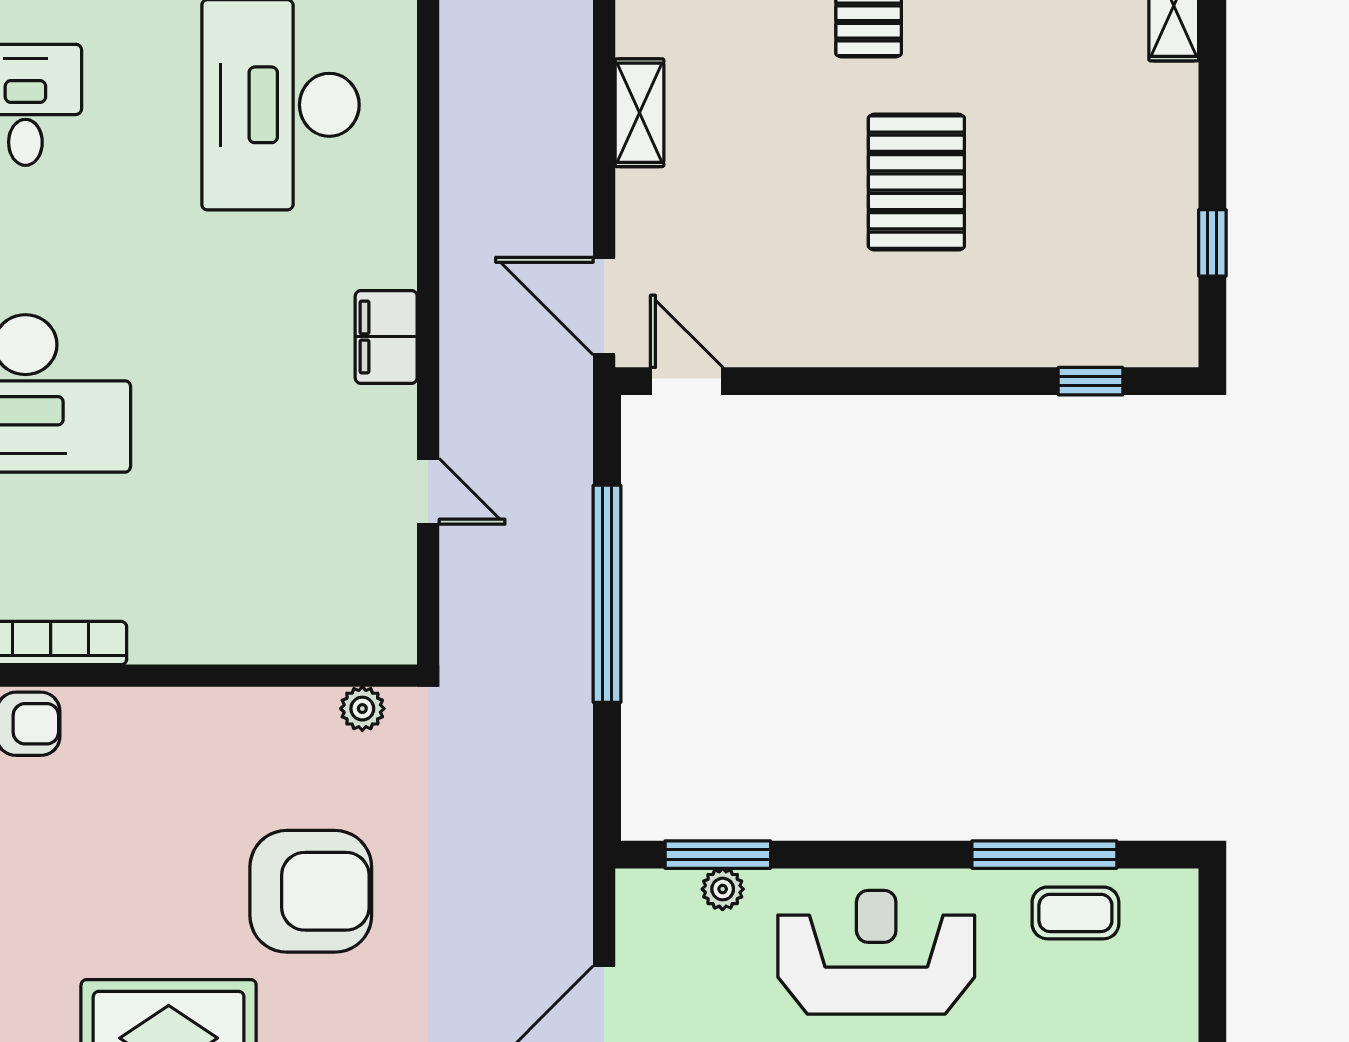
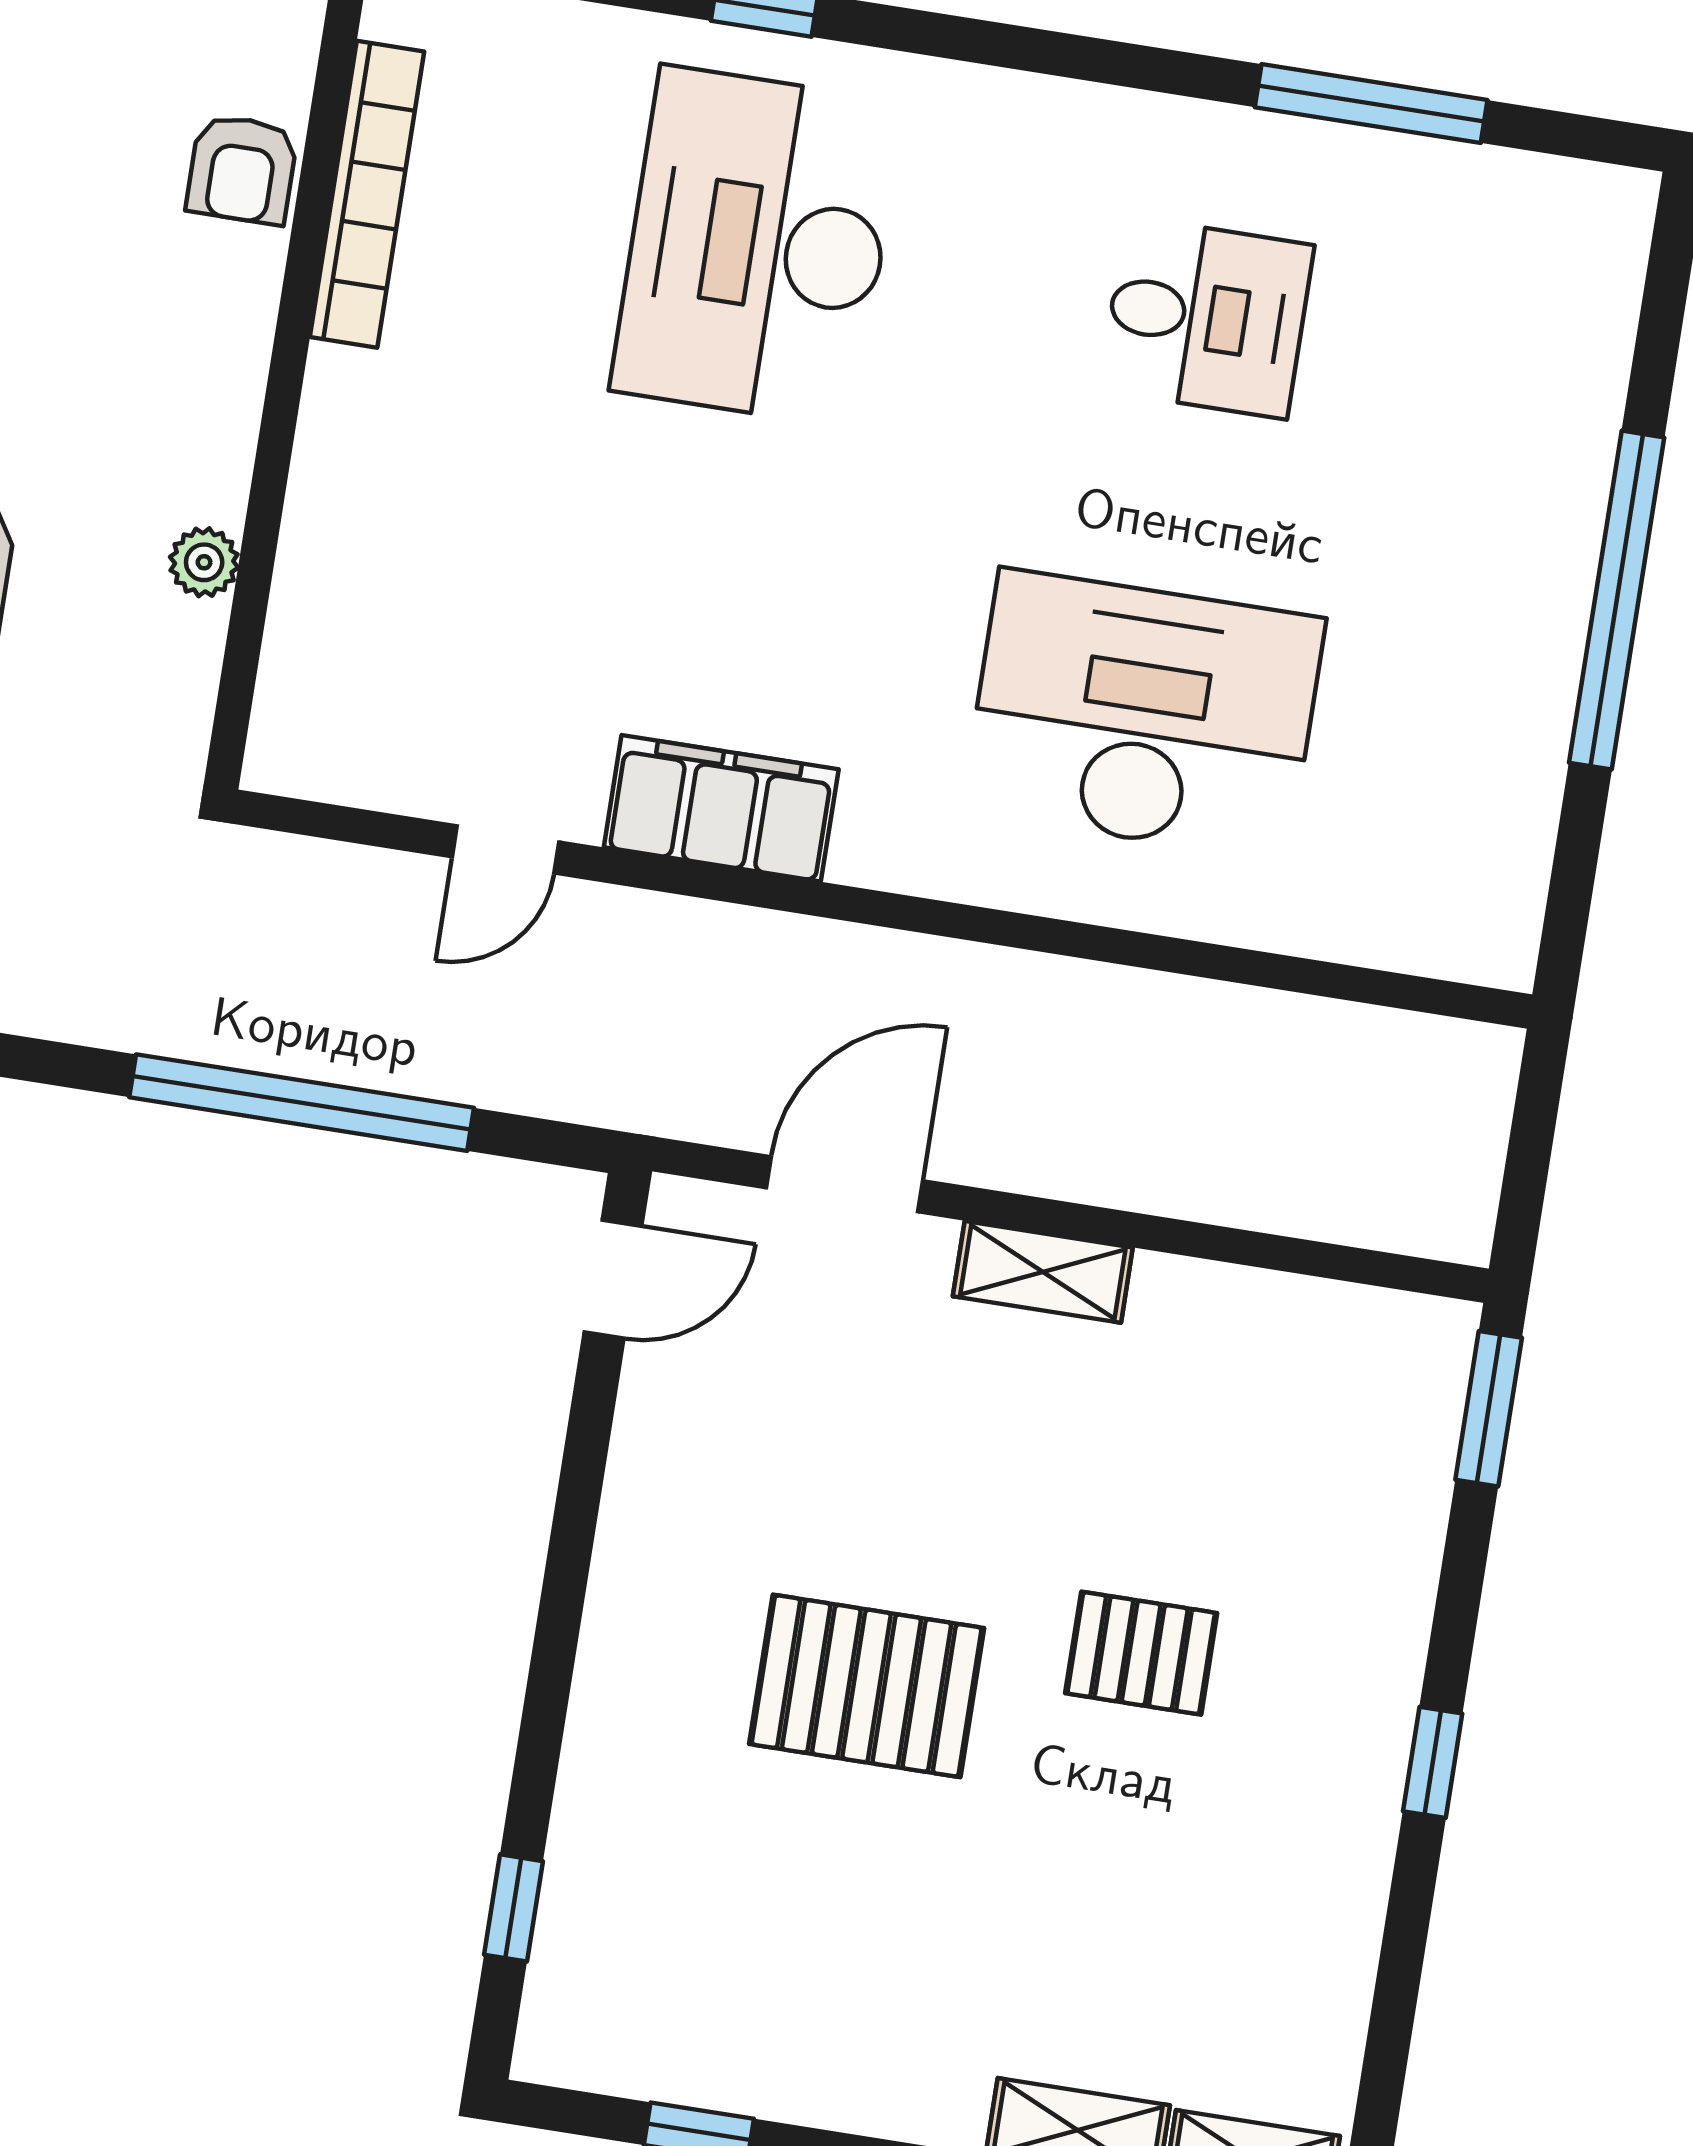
door: (604, 306) -> (845, 1184), moved
filing cabinet: (386, 337) -> (721, 808), width x1.50, depth x1.17
plant: (362, 709) -> (204, 562), moved

